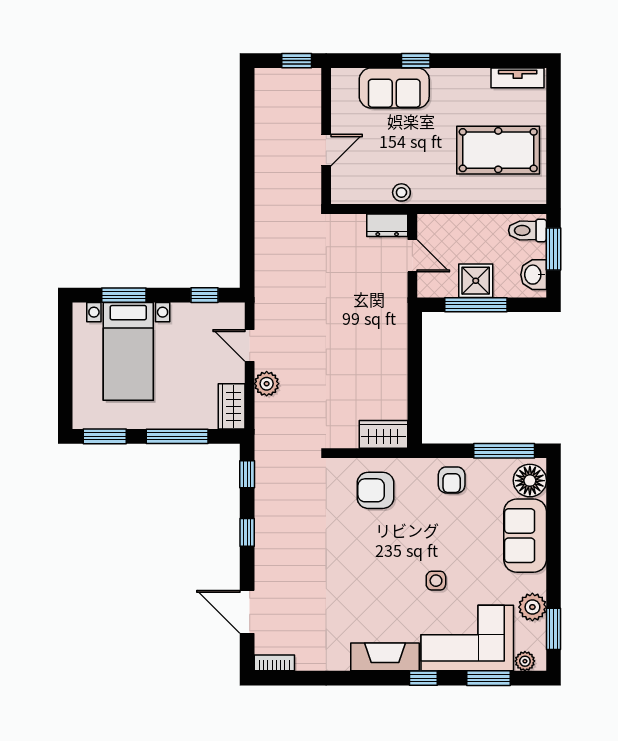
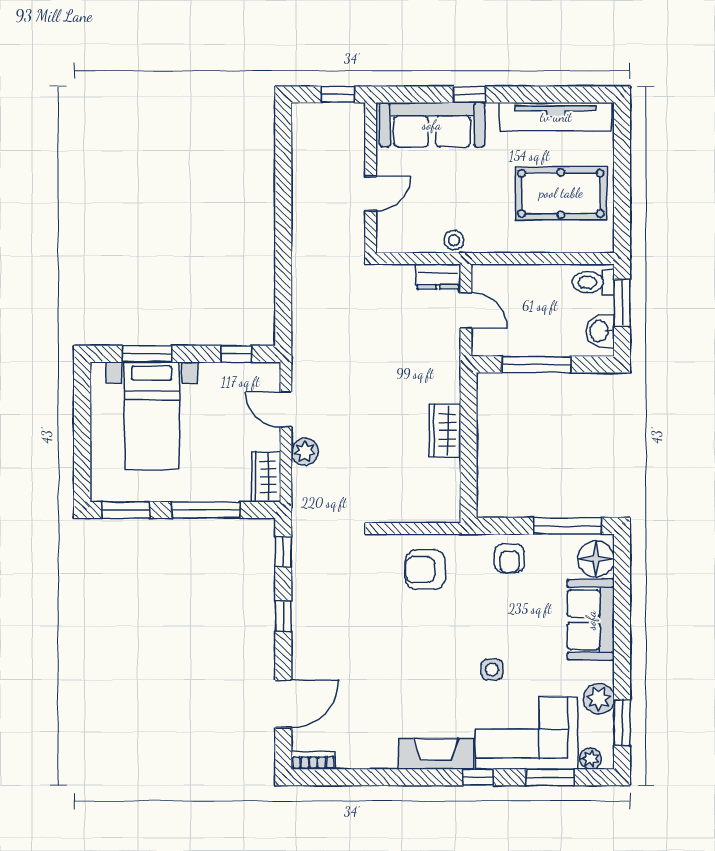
tv unit: (518, 78) -> (556, 117), width x1.92, depth x1.29
sofa: (394, 88) -> (432, 125), width x1.36
shower: (476, 281) -> (536, 338), removed
wardrobe: (383, 434) -> (445, 431), moved, turned -90
door: (247, 612) -> (283, 704), swing flipped

